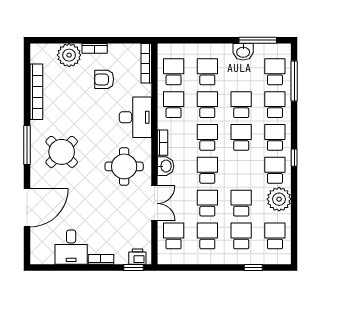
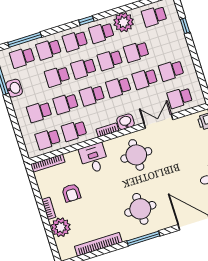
desk: (135, 117) -> (94, 158), width x0.73
round table: (62, 152) -> (140, 209), turned 45
school desk: (241, 236) -> (110, 60), moved

